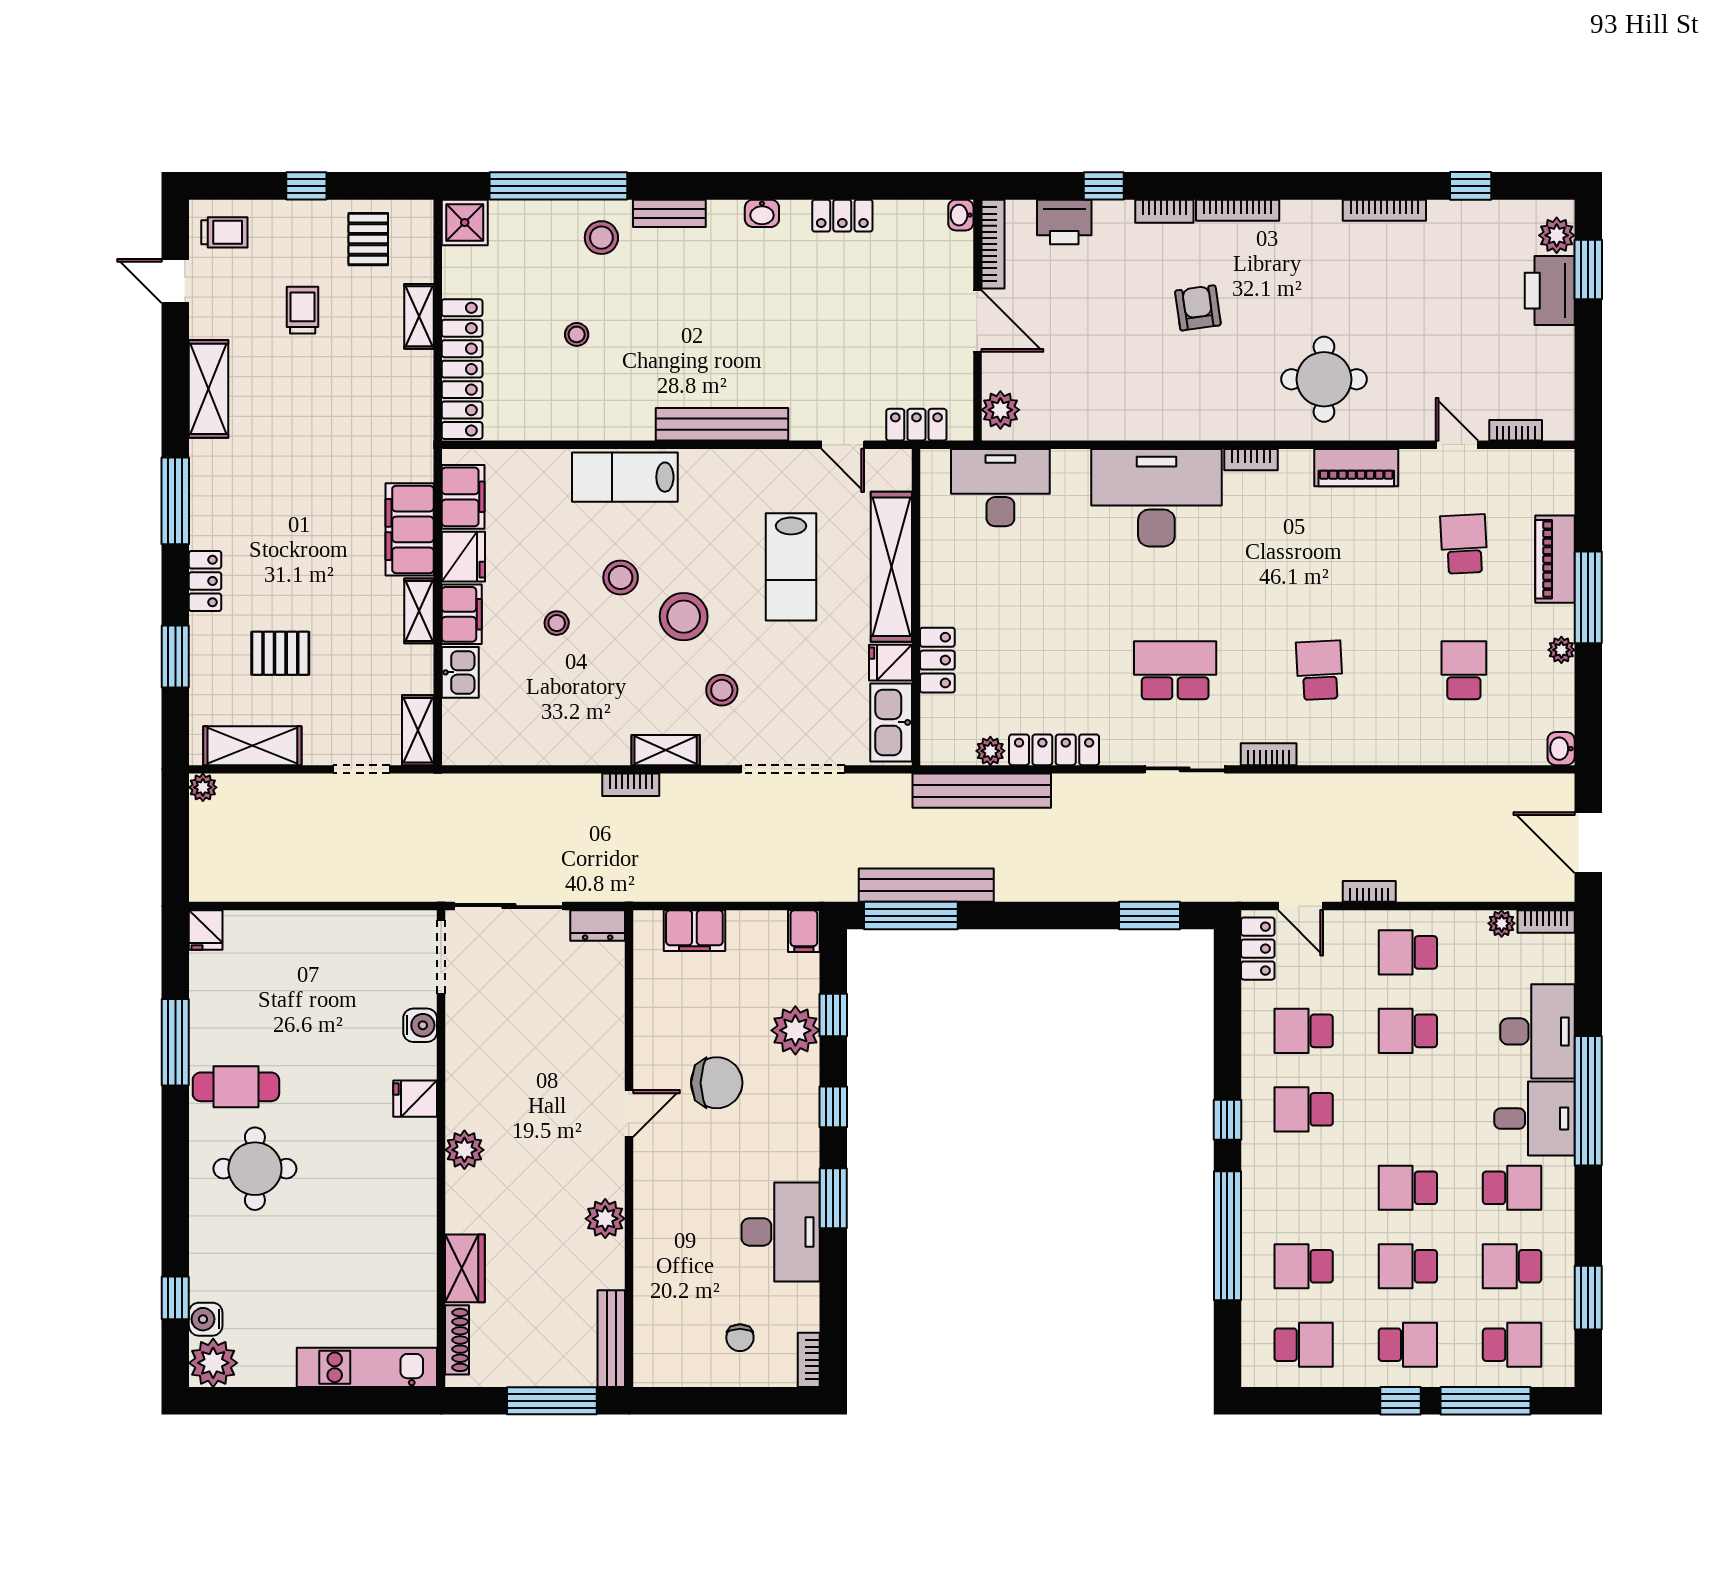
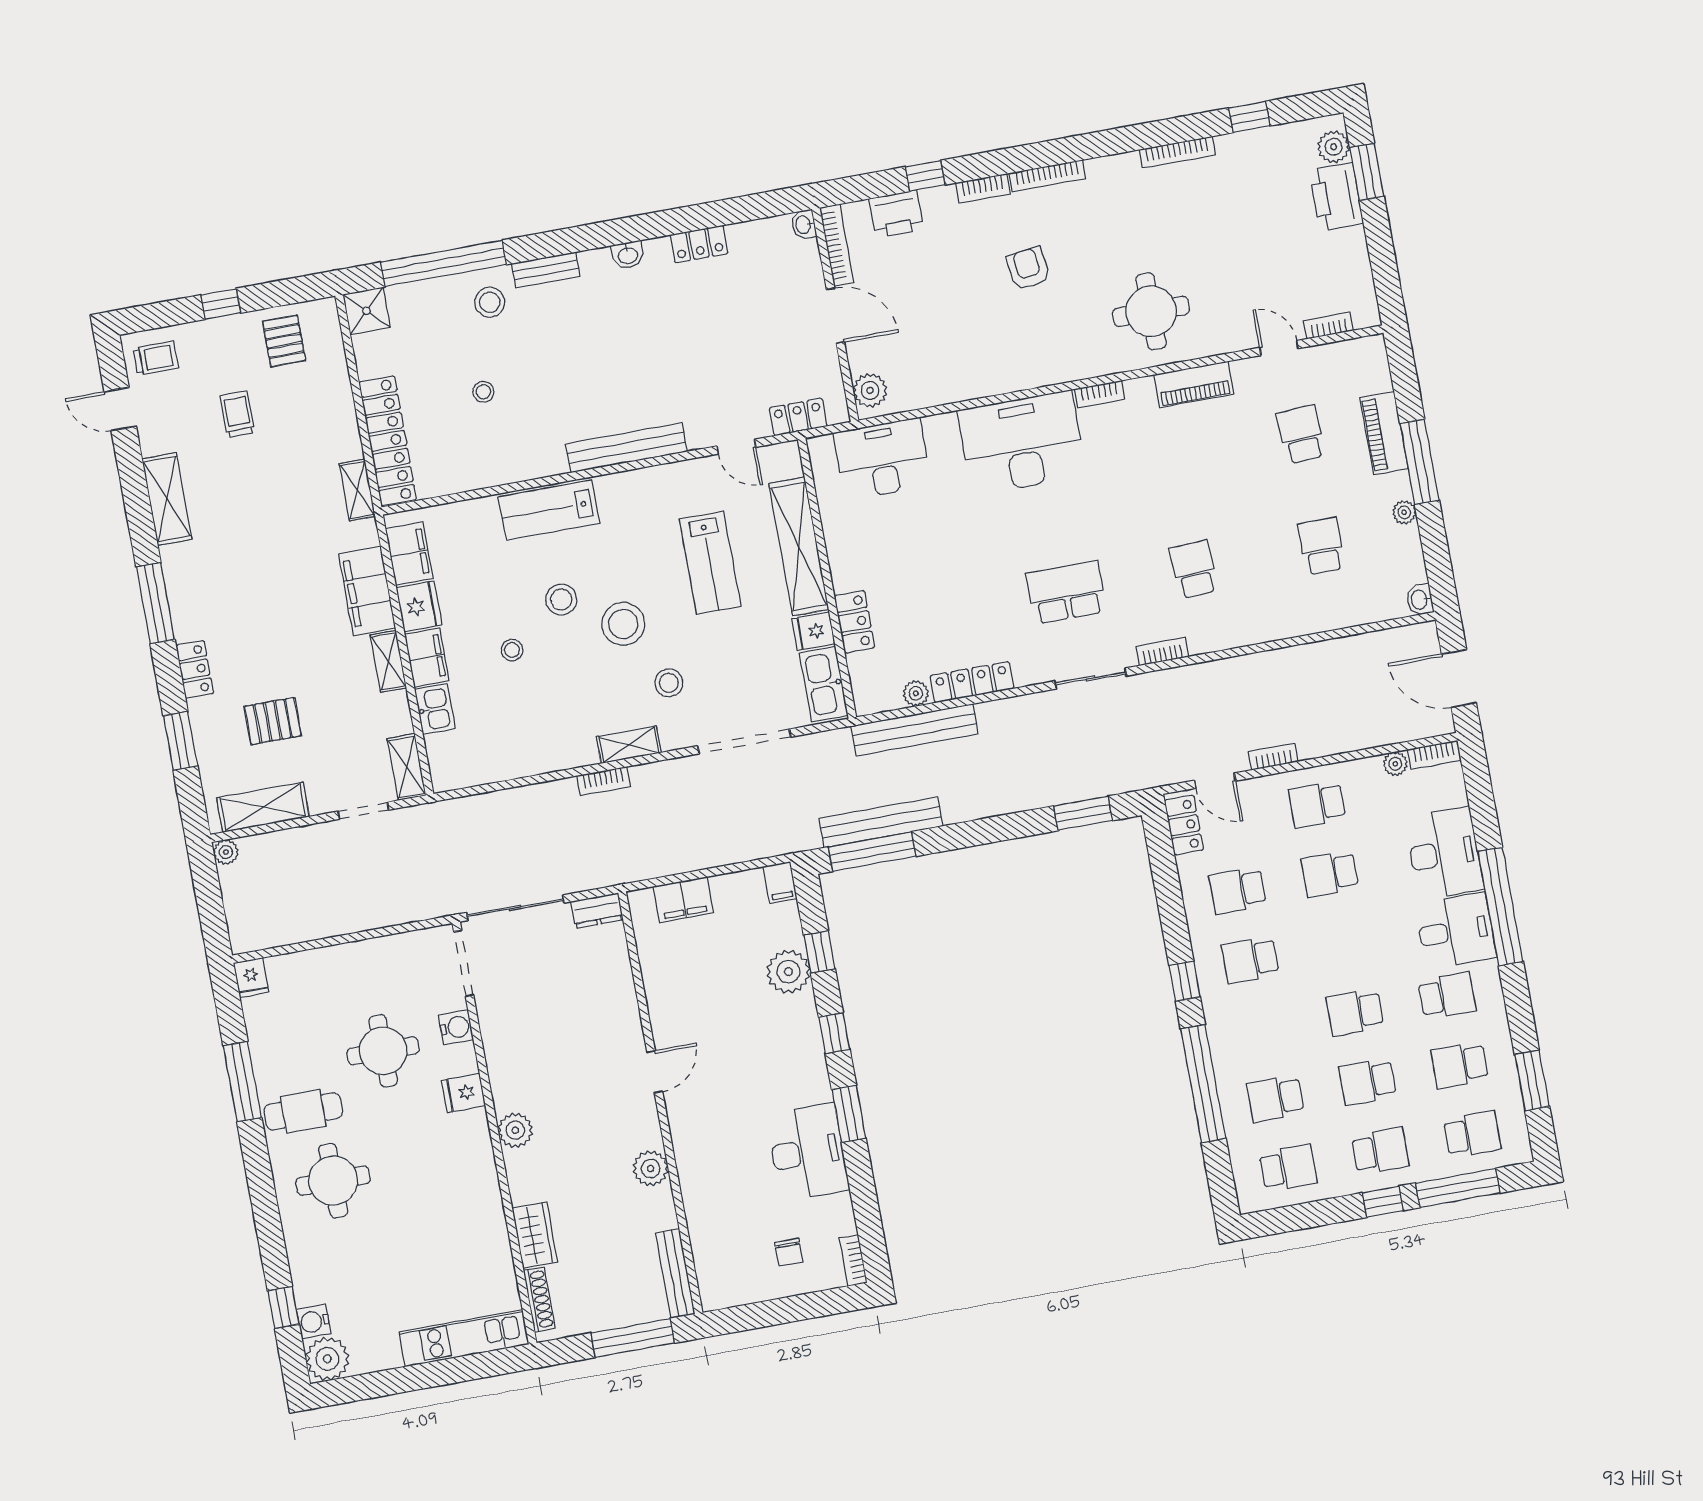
shelving: (419, 316) -> (357, 490), moved
round table: (336, 1036) -> (383, 1051), added
chair: (717, 1083) -> (727, 1031), removed

